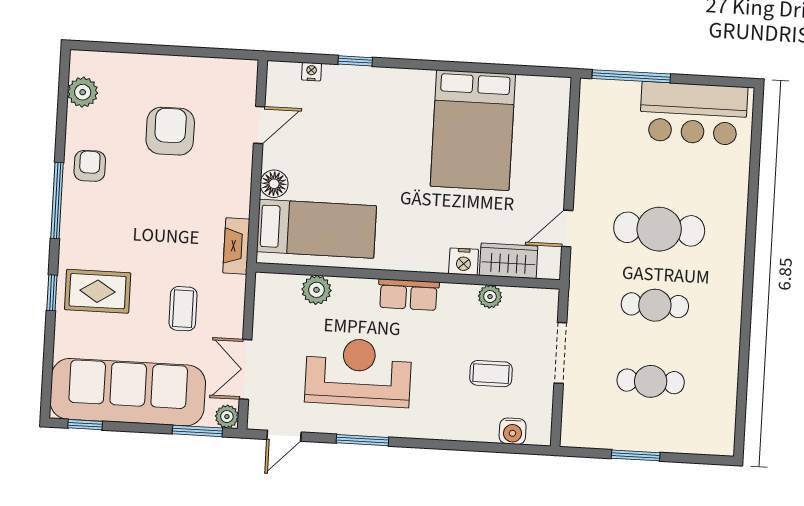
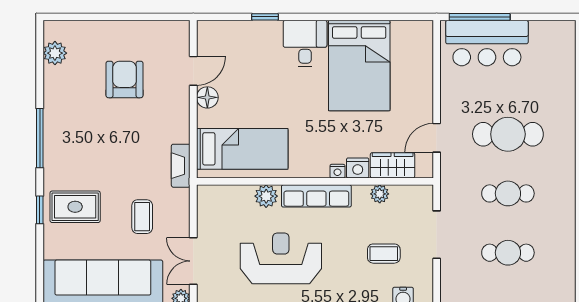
nightstand: (312, 72) -> (337, 171), moved, turned 180
desk: (405, 98) -> (305, 44), added
bar counter: (693, 113) -> (487, 43), moved
armchair: (90, 166) -> (64, 110), removed
floor lamp: (274, 184) -> (207, 97), moved
plant: (316, 290) -> (266, 196), moved
row of seats: (408, 295) -> (316, 196), width x1.48

